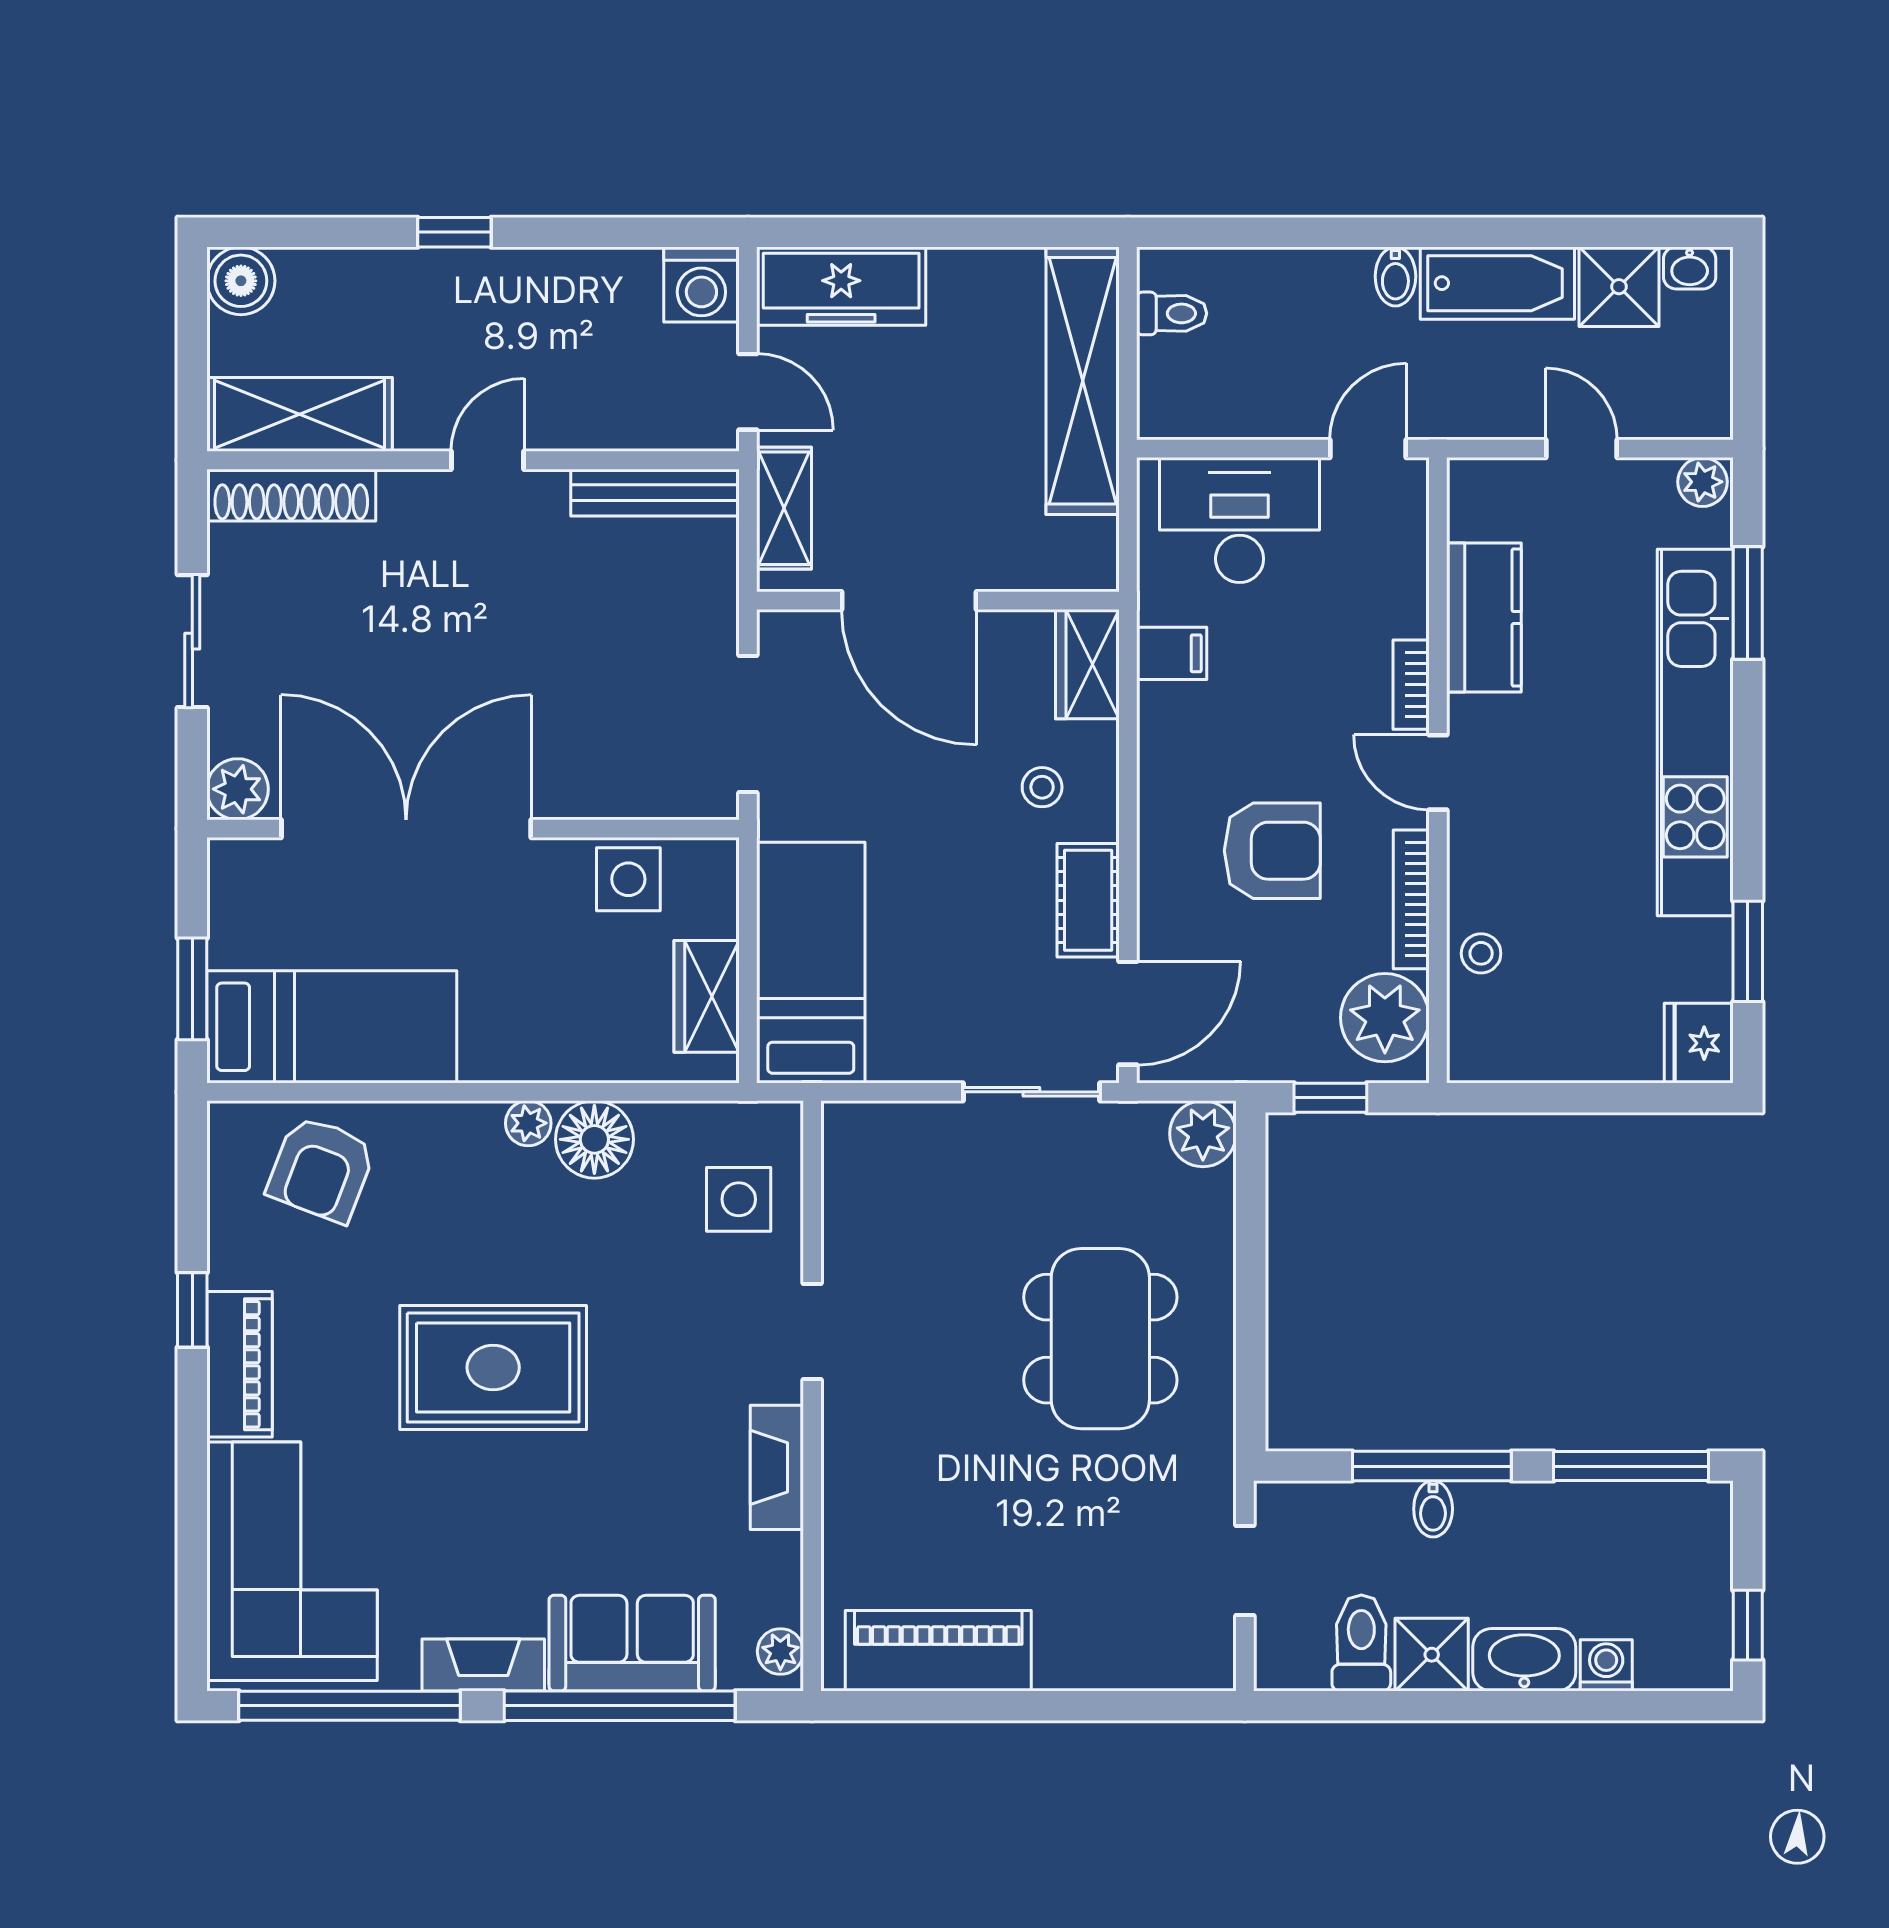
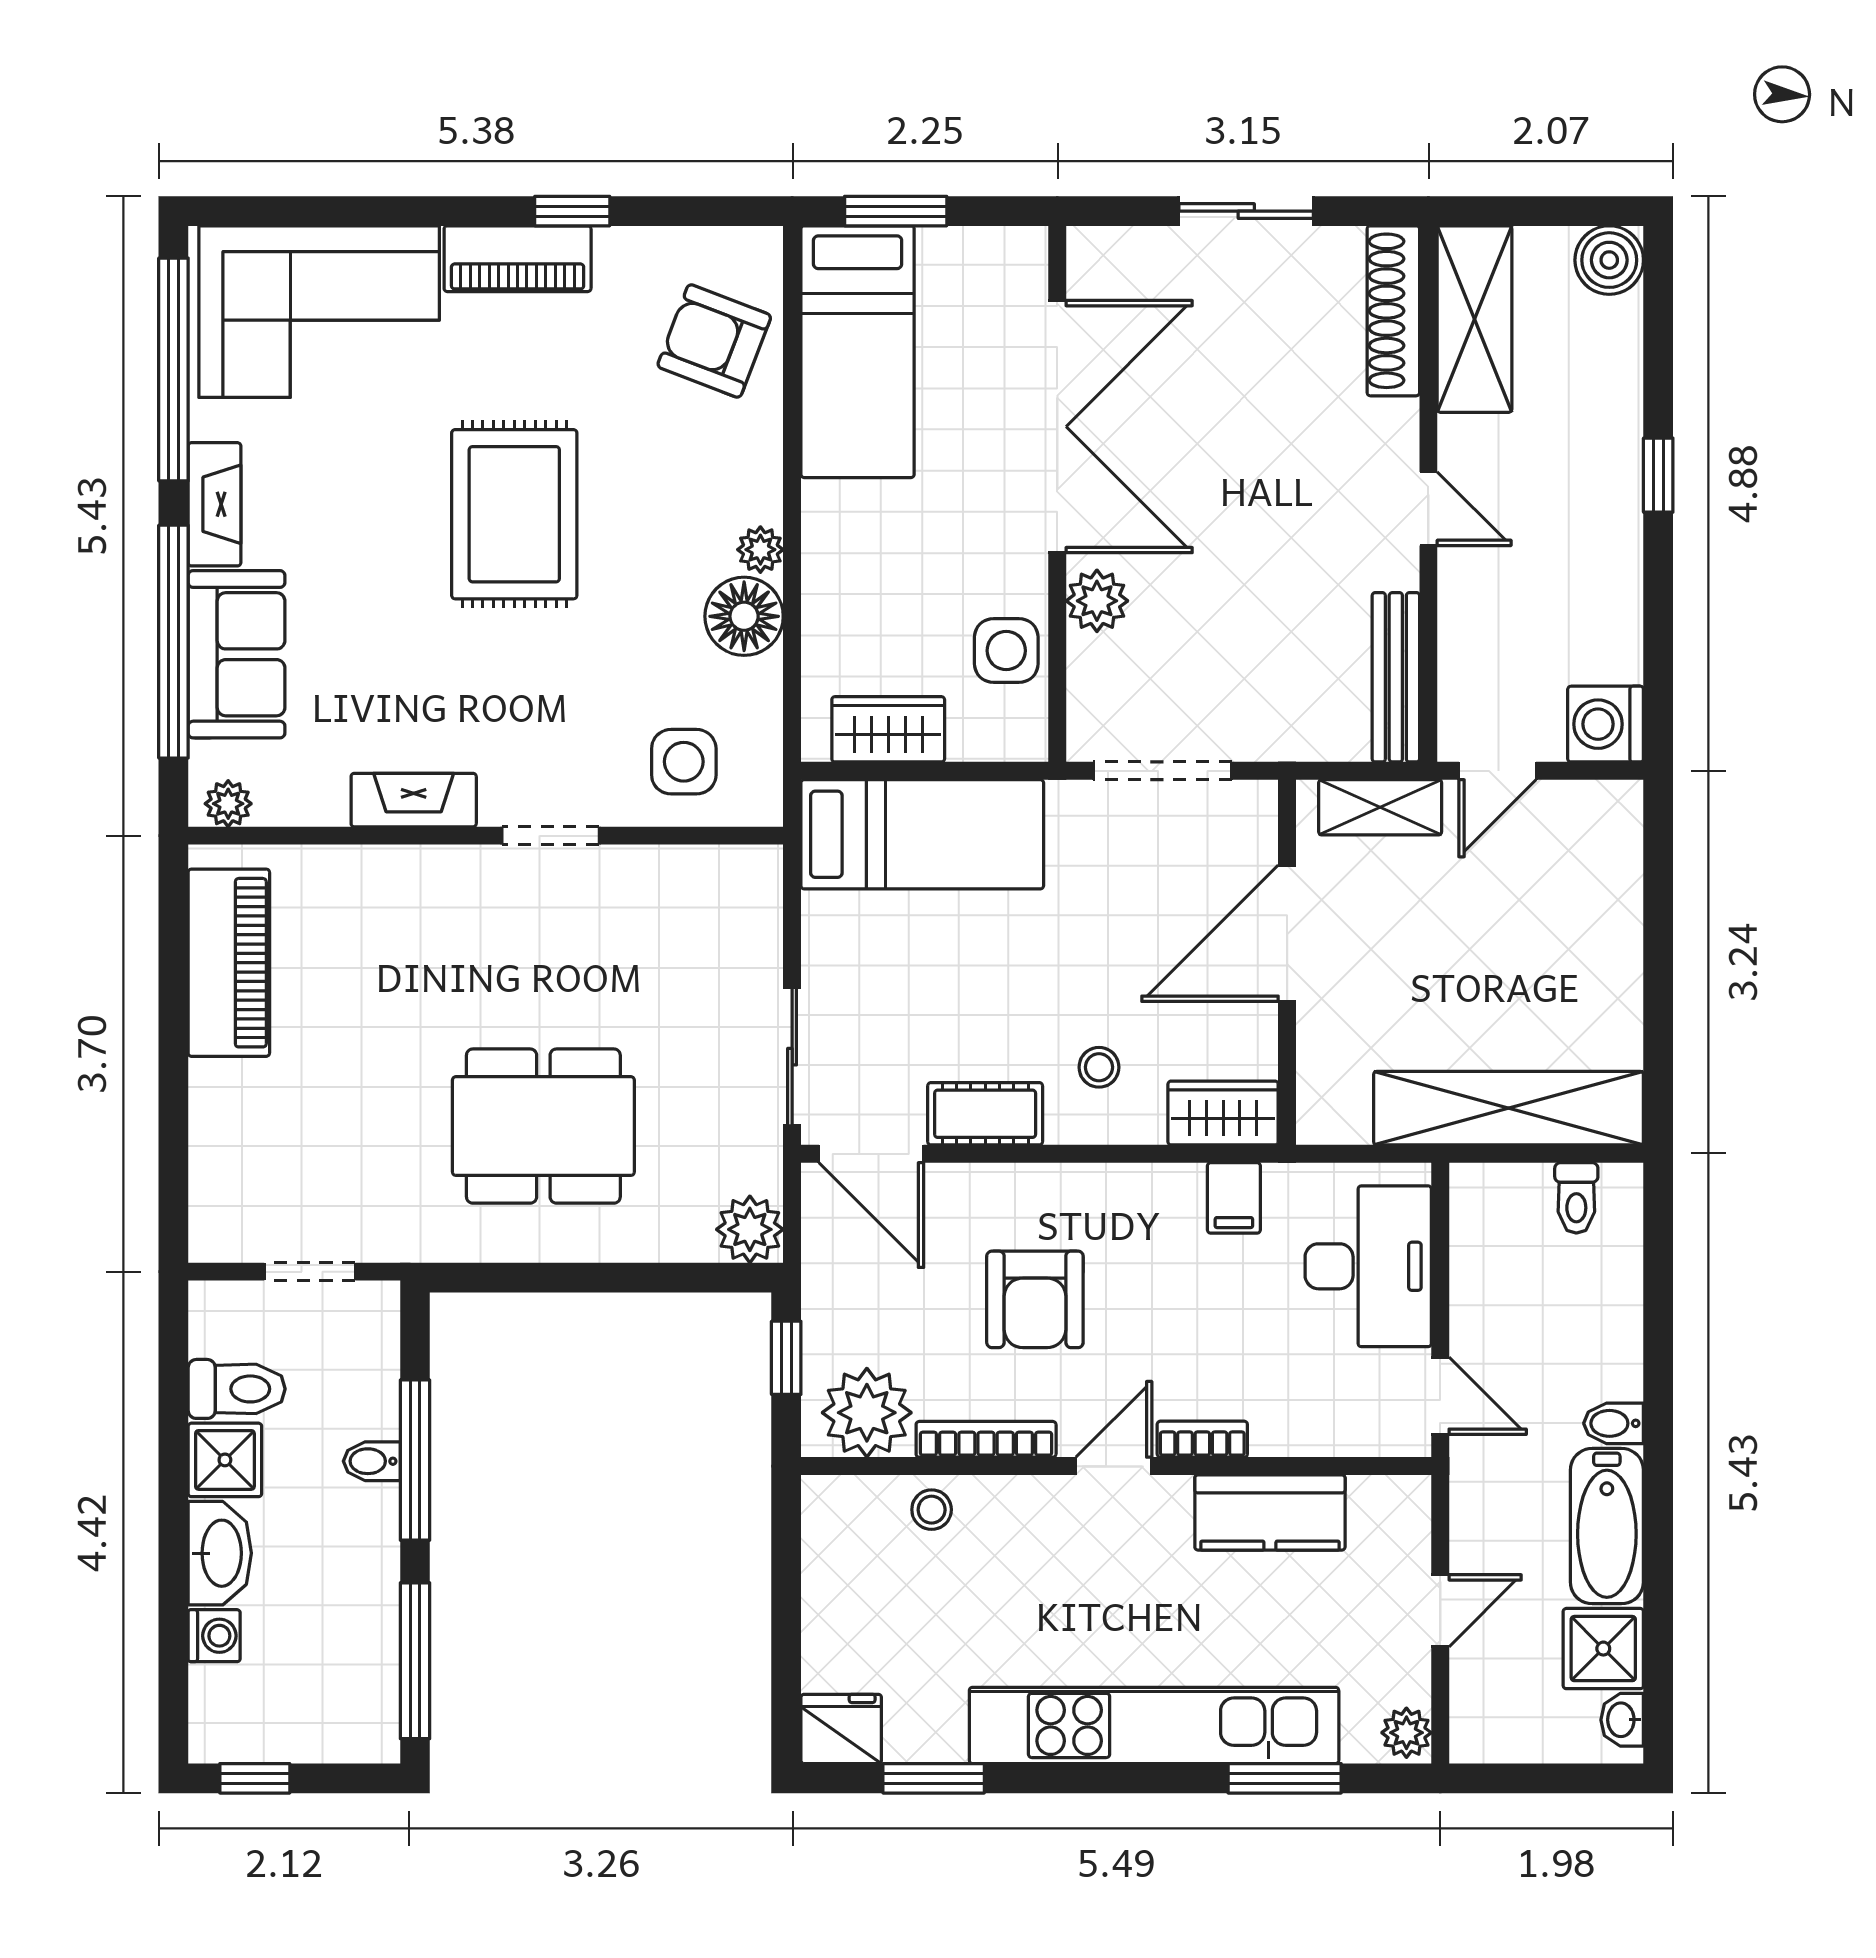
freezer: (841, 286) -> (1604, 865), removed
plant: (238, 789) -> (1097, 601), moved

